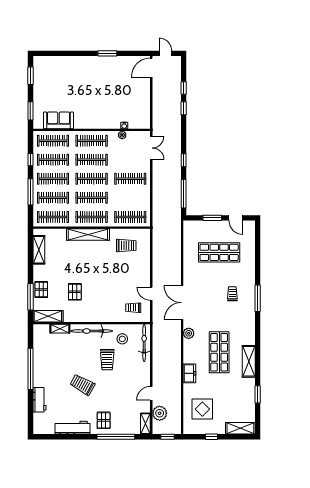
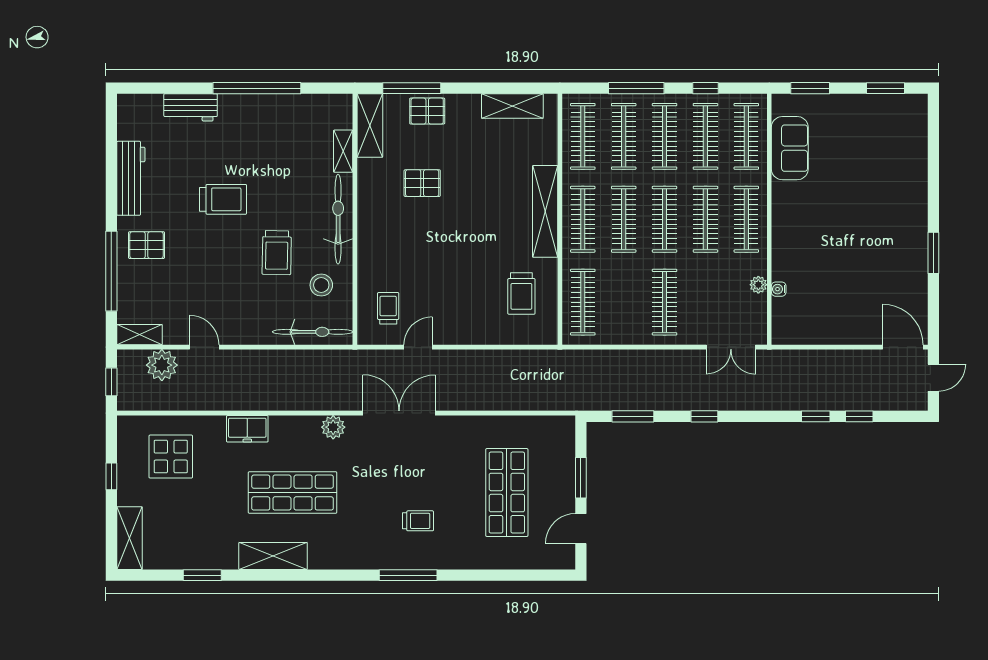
window: (184, 194) -> (633, 416), width x0.69
trolley: (107, 360) -> (277, 253), turned -89
trolley: (82, 385) -> (223, 199), turned 61

